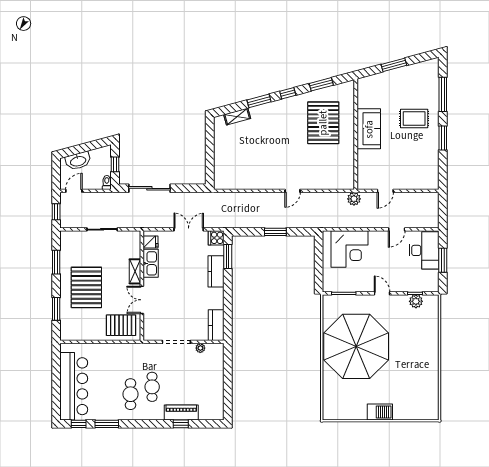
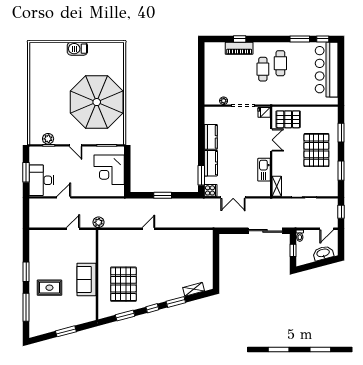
fridge: (151, 242) -> (264, 112), moved
corner desk: (349, 249) -> (109, 170), moved, turned -90
shelving: (135, 271) -> (277, 186), moved
kitchen counter: (216, 325) -> (211, 137), moved

